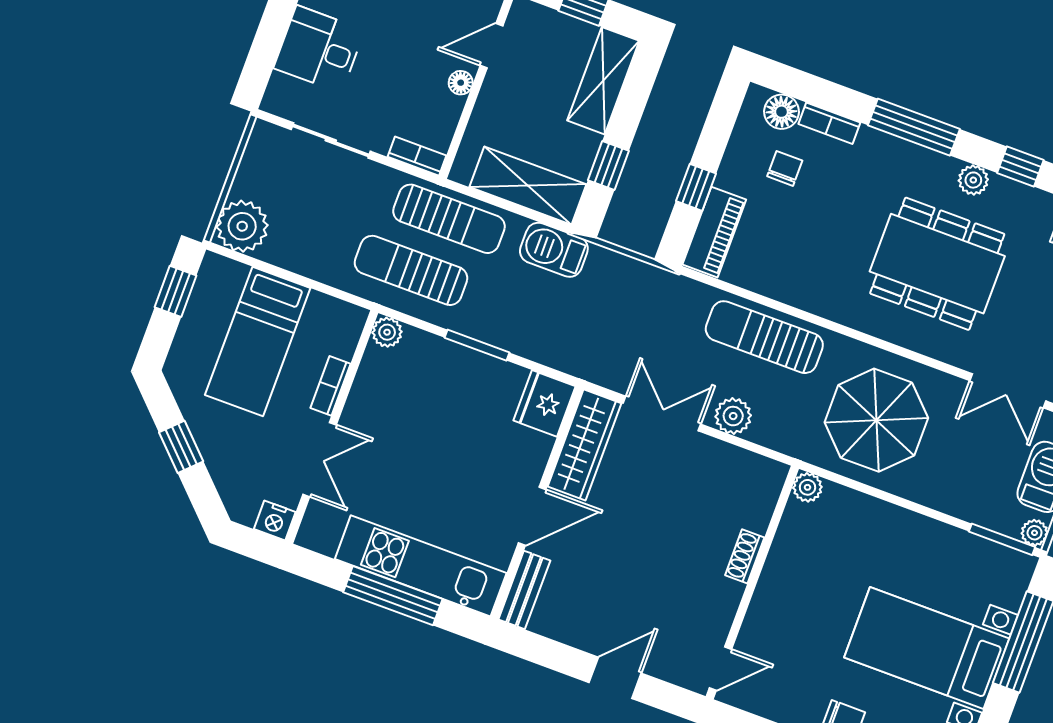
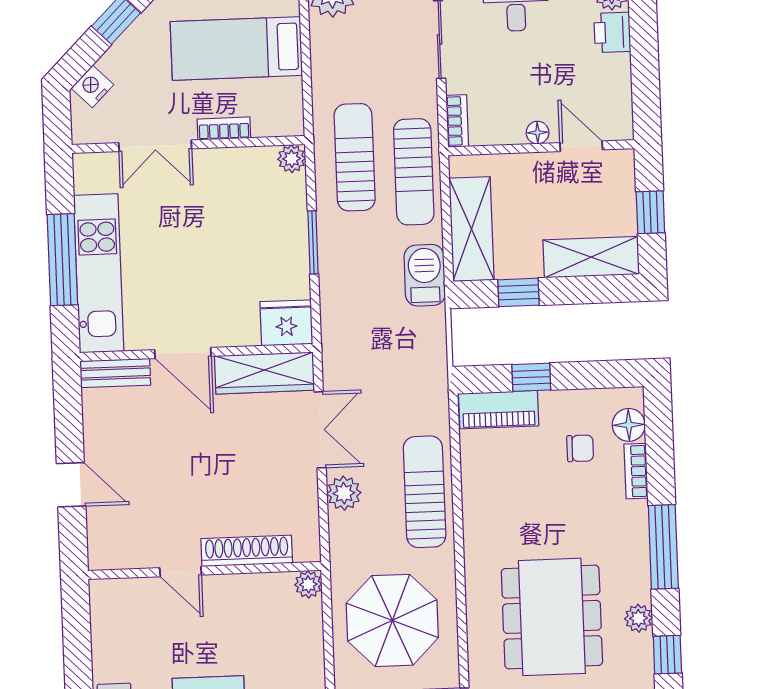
nightstand: (275, 521) -> (92, 86), moved, turned 45
shoe rack: (745, 556) -> (247, 551), width x1.94, depth x1.24
door: (720, 669) -> (181, 571), moved

